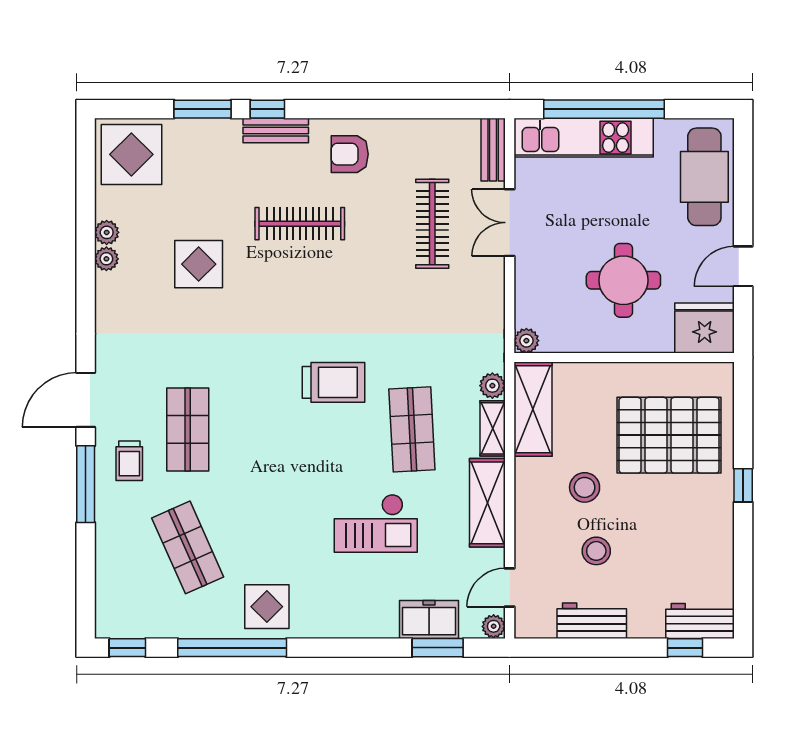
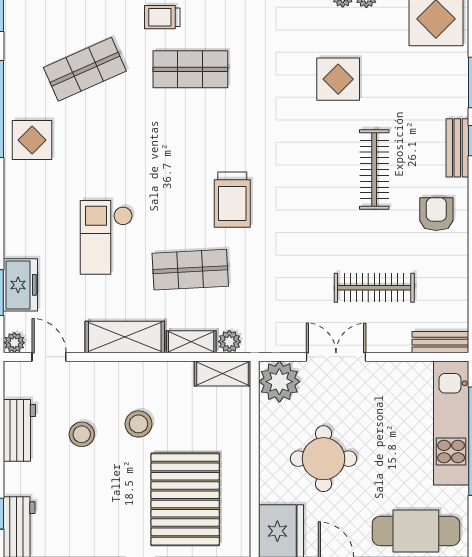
double door: (510, 223) -> (336, 357), moved
plant: (526, 341) -> (279, 382), width x1.88, depth x1.88
shelving: (533, 409) -> (222, 374), width x0.67, depth x0.75

